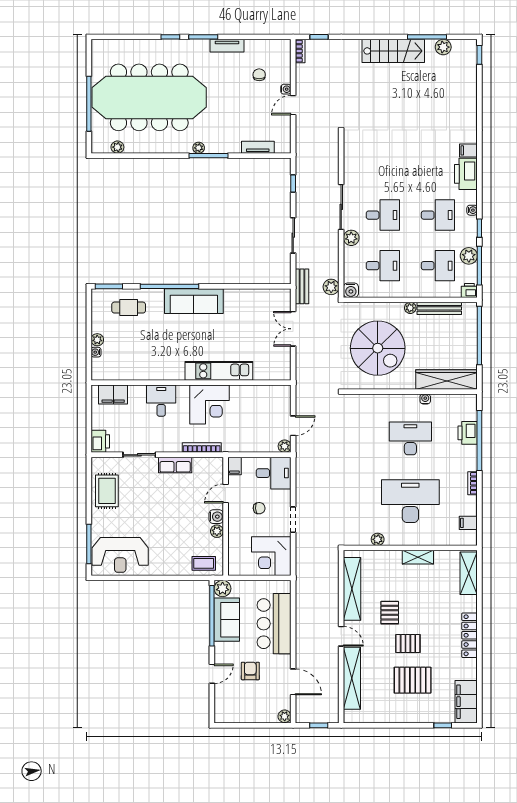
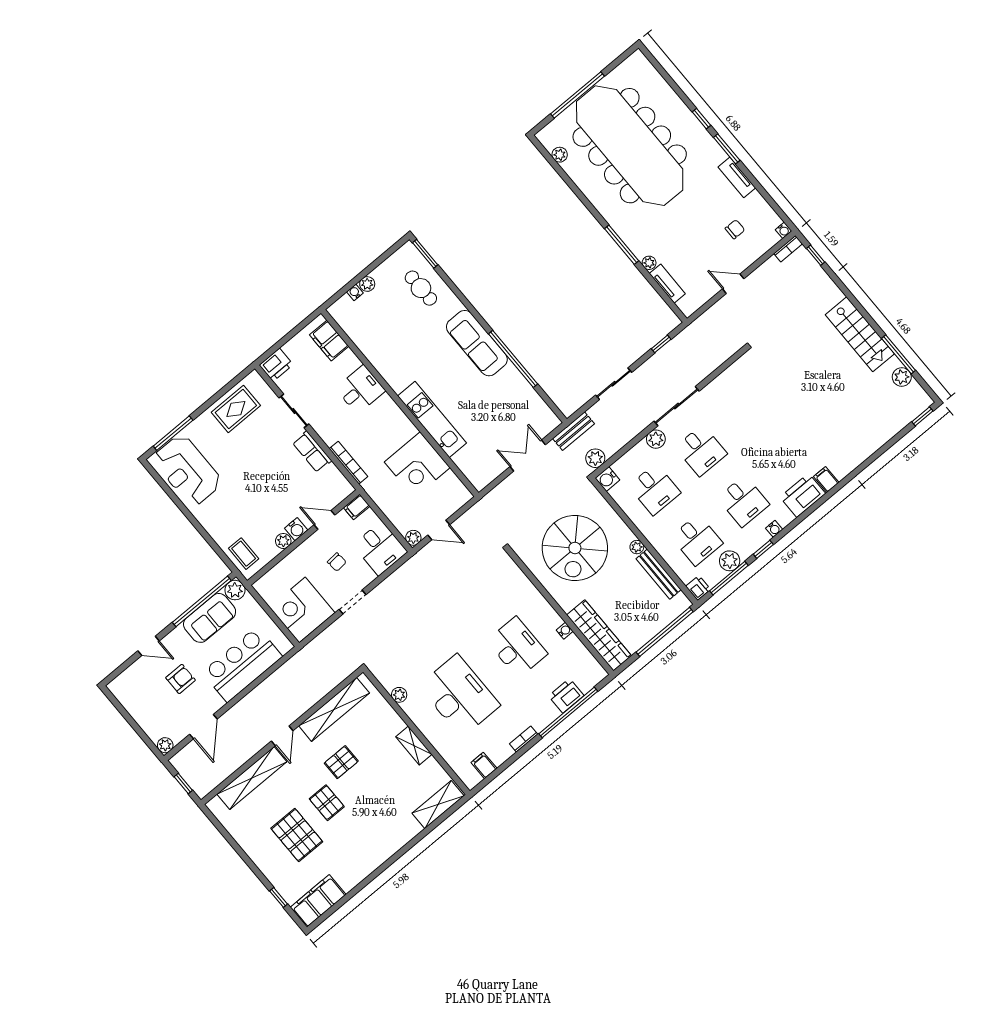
water cooler: (286, 89) -> (784, 230), moved
plant: (199, 148) -> (649, 263), moved
window: (170, 286) -> (513, 359), moved
corner desk: (209, 405) -> (417, 465), moved
locker: (470, 635) -> (382, 853), removed

